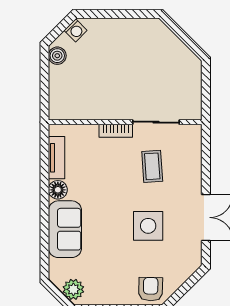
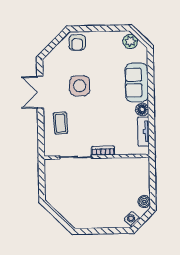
coffee table: (152, 166) -> (60, 123), moved

